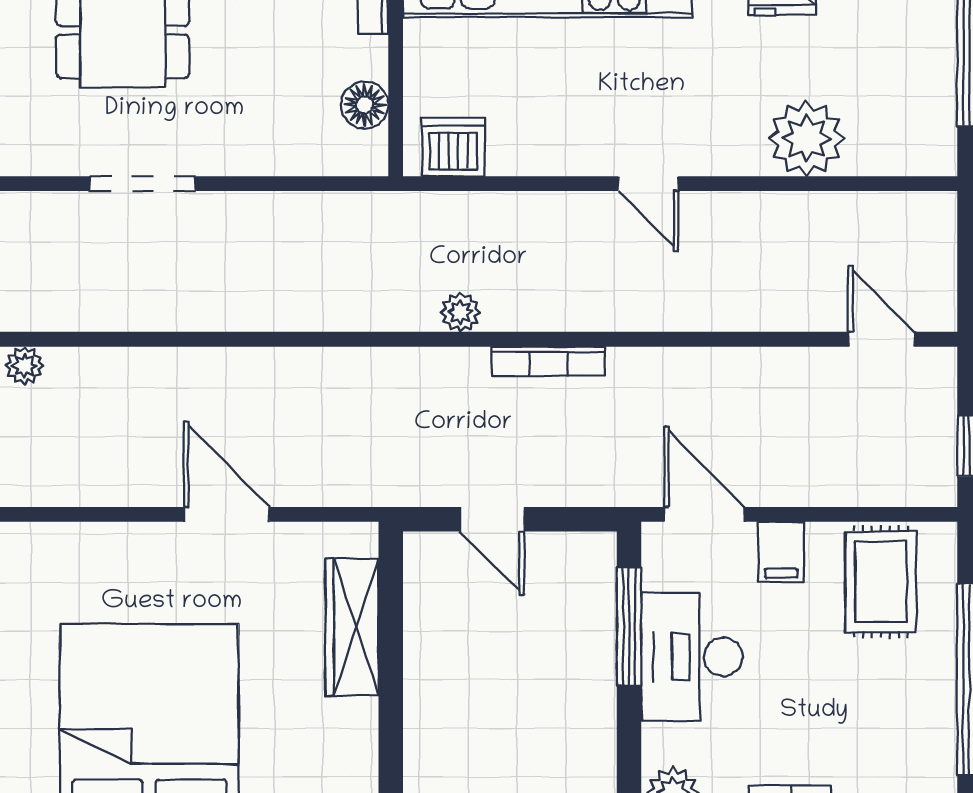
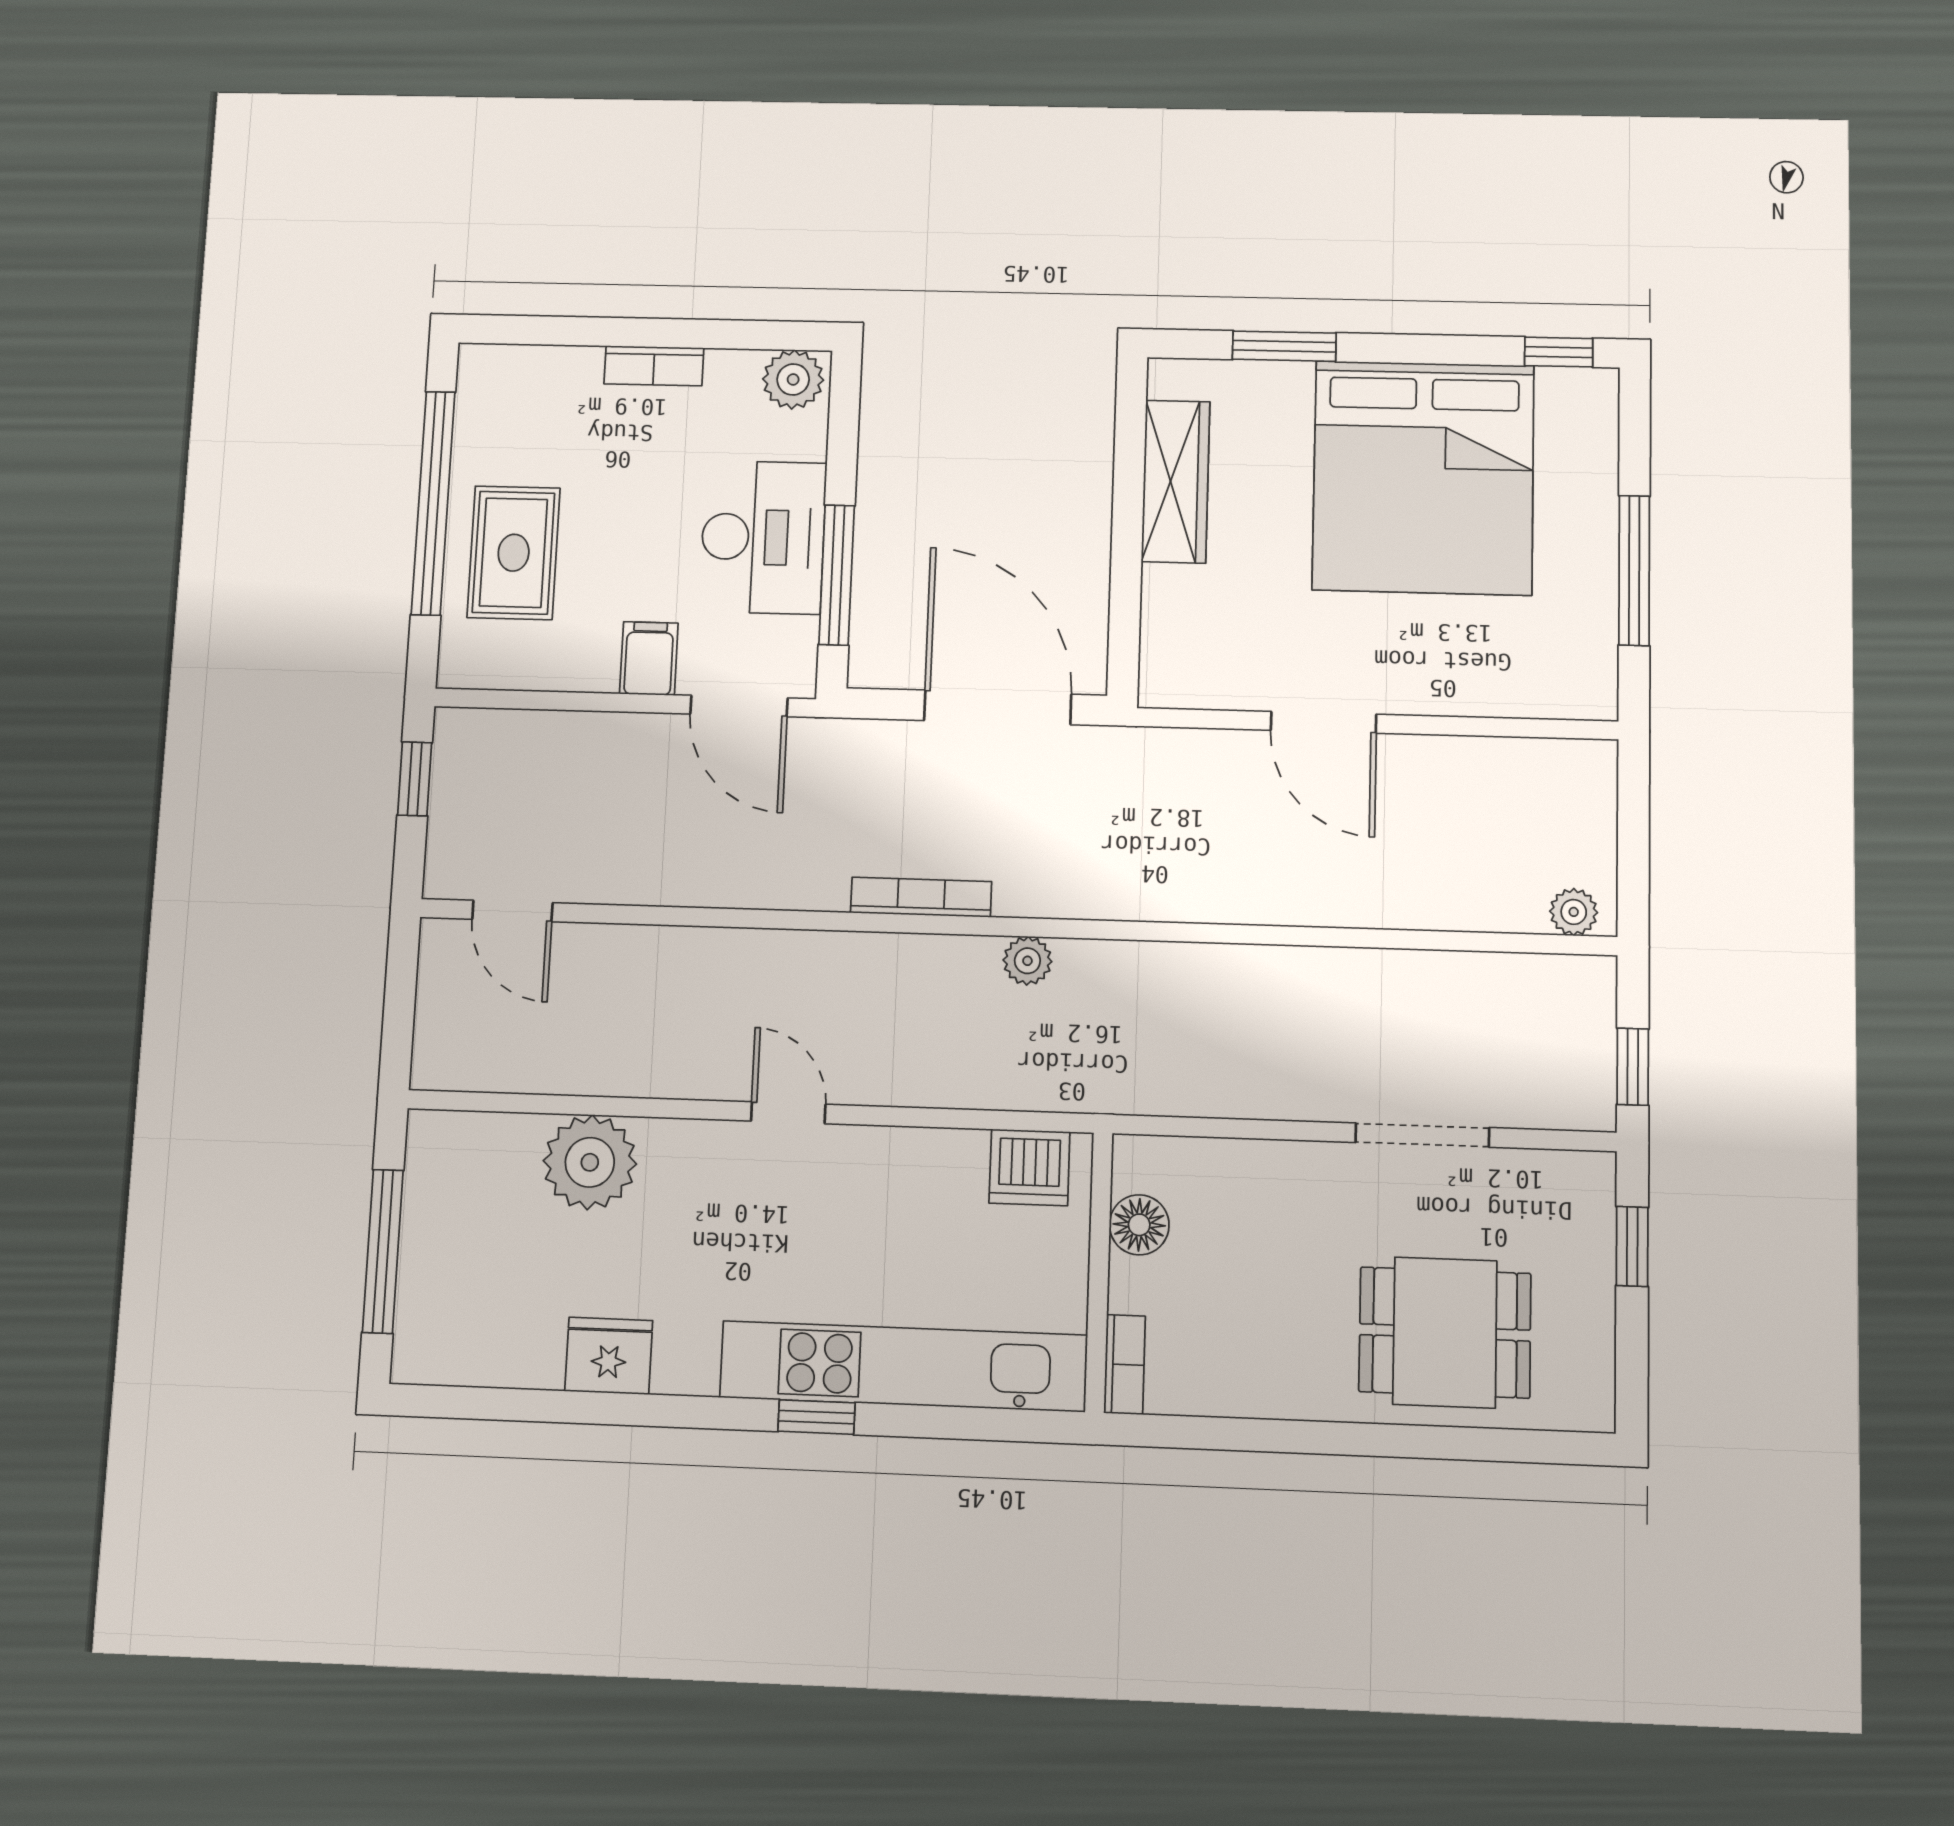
door: (492, 519) -> (998, 707), width x1.87
rug: (881, 582) -> (514, 553), moved
wardrobe: (352, 627) -> (1176, 481), moved

